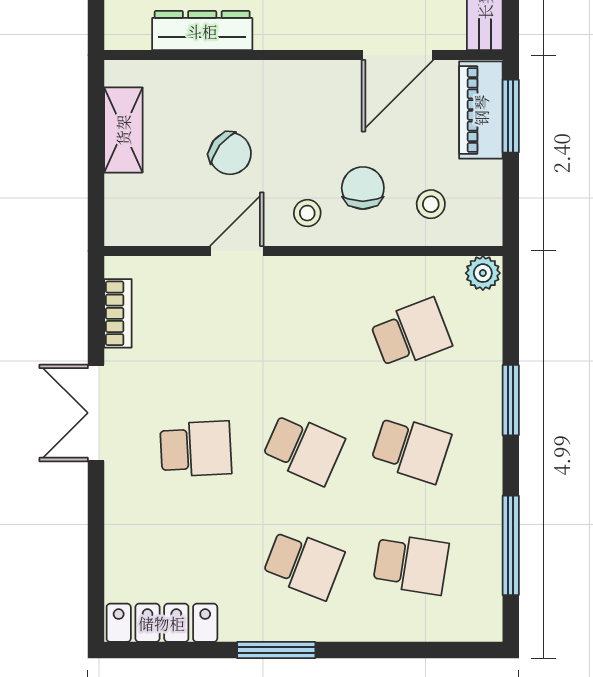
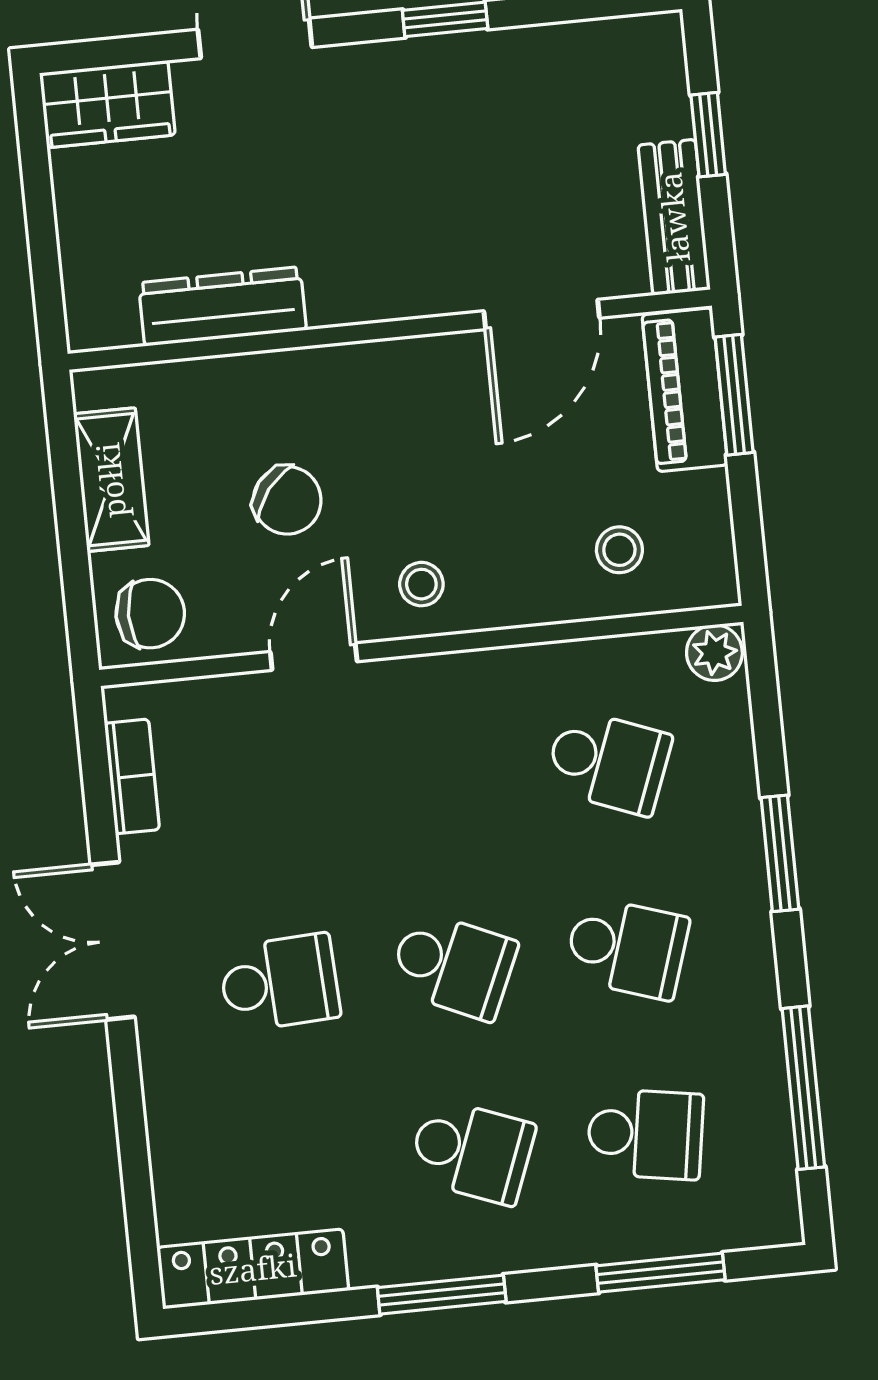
chair: (363, 188) -> (150, 614), moved, turned 90
school desk: (411, 334) -> (608, 762), turned 42
window: (412, 650) -> (660, 1273), added

